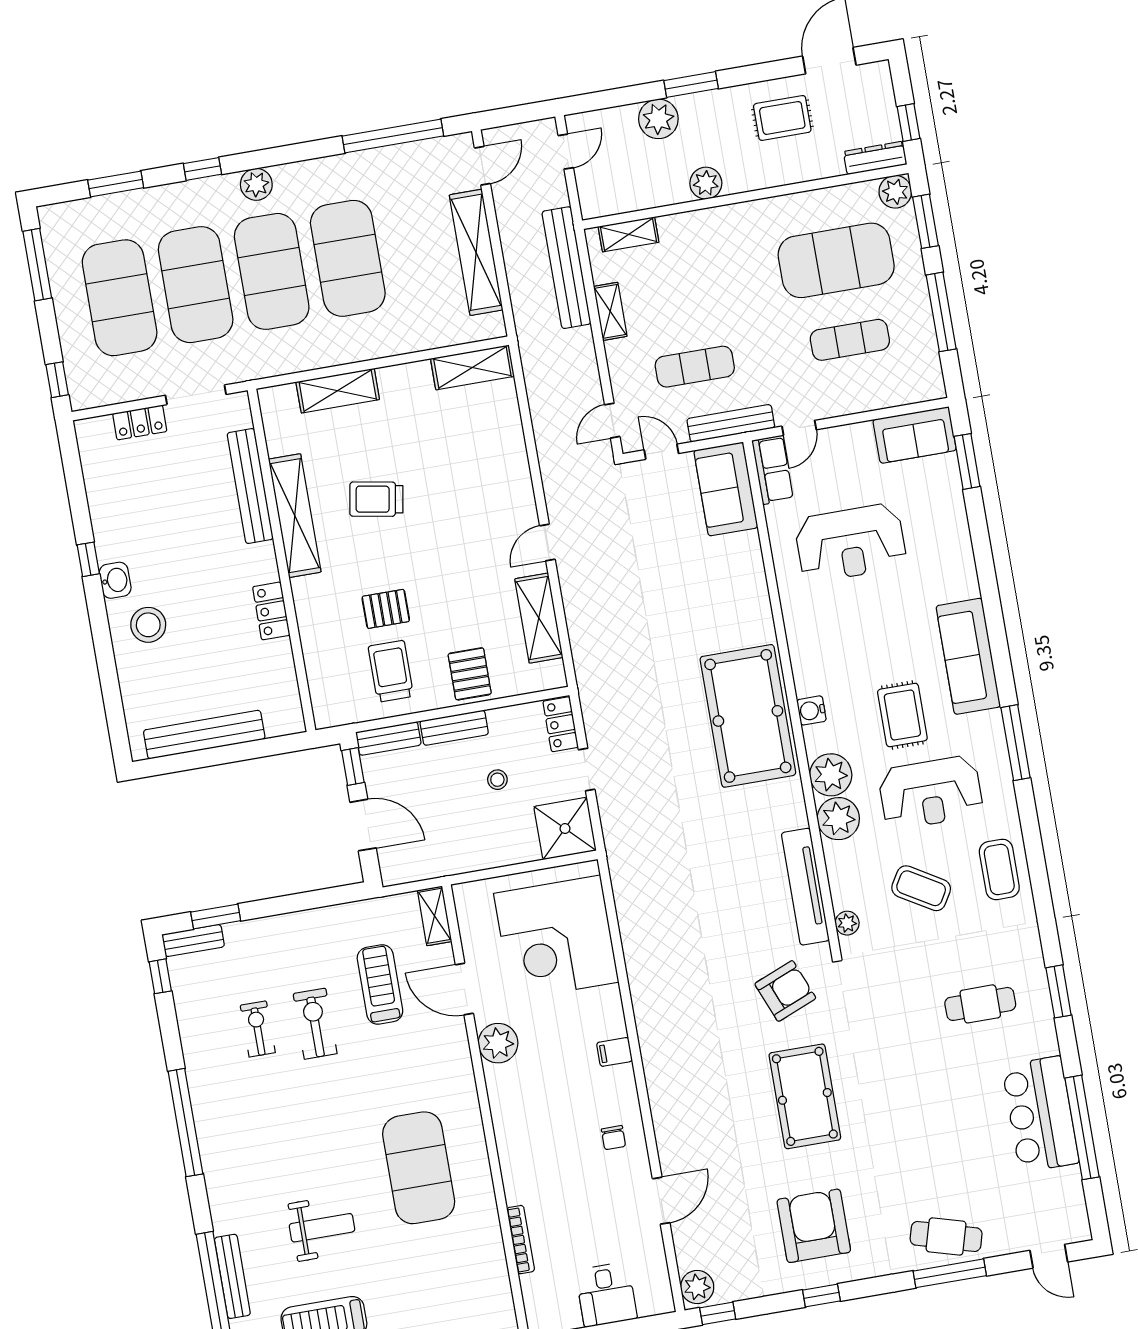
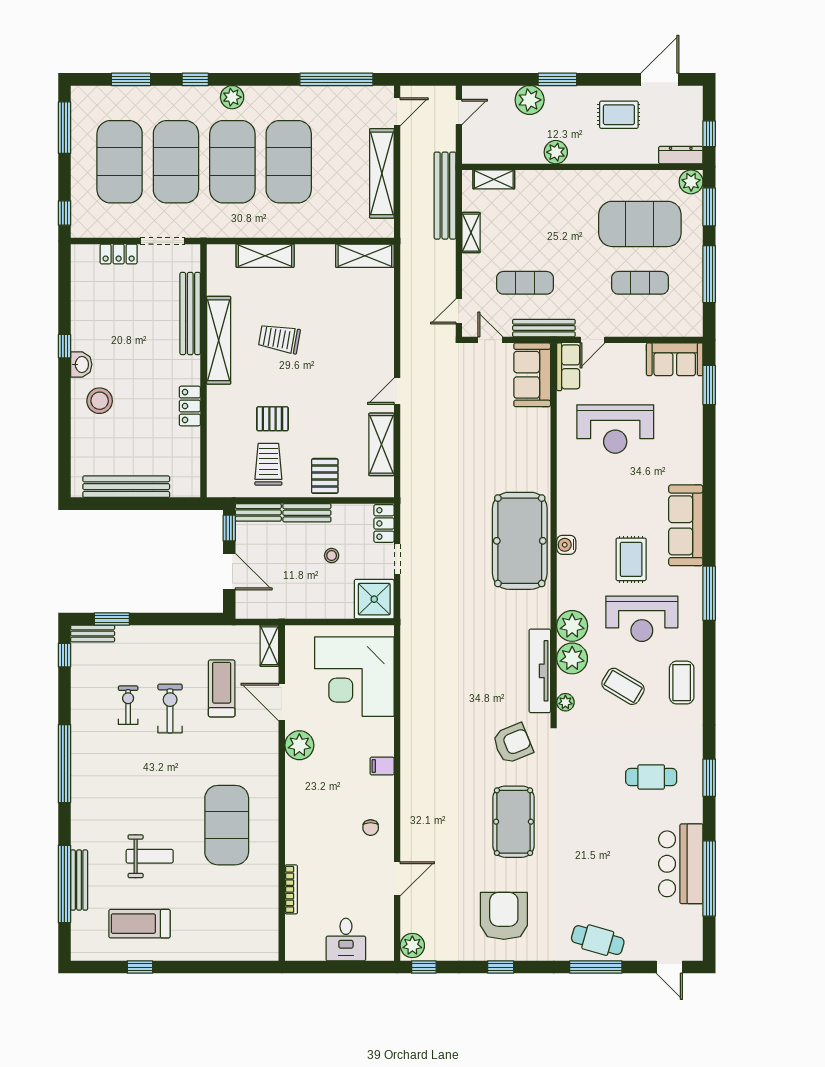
plant: (831, 775) -> (572, 658), moved

